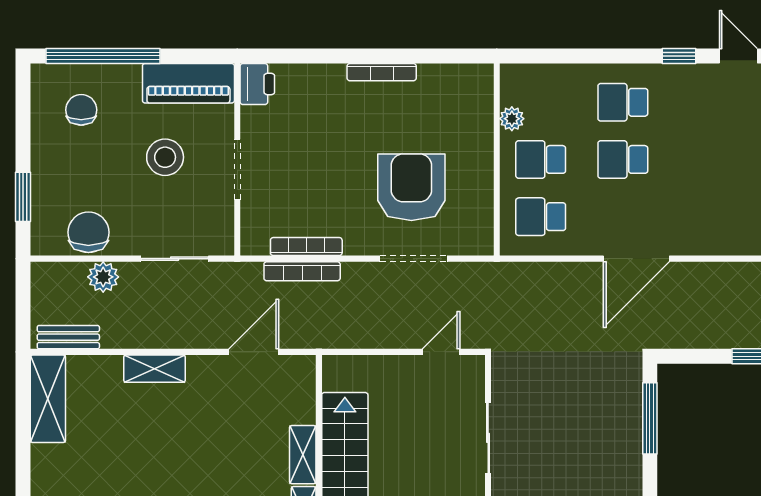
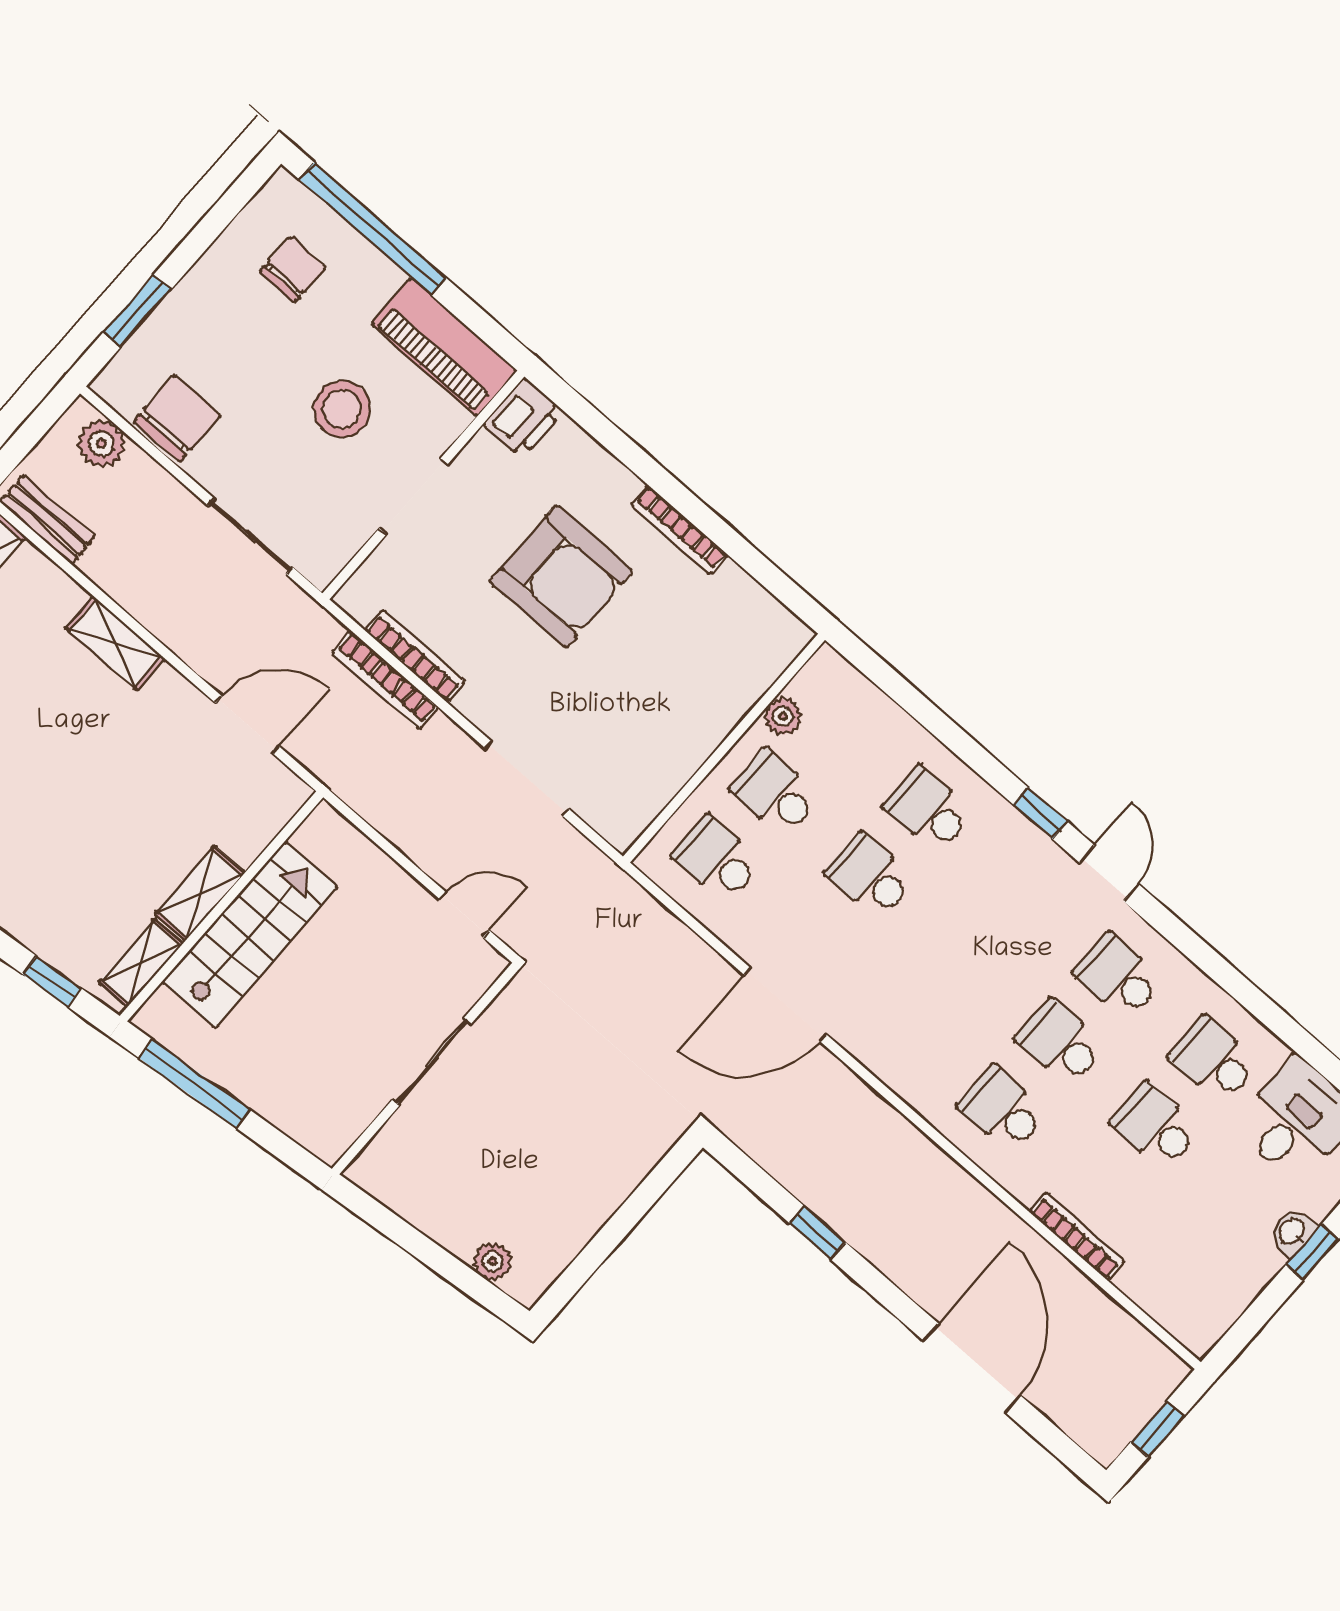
armchair: (411, 187) -> (561, 577), moved, turned 90
plant: (103, 277) -> (101, 444), moved
window: (650, 418) -> (639, 1203), removed

